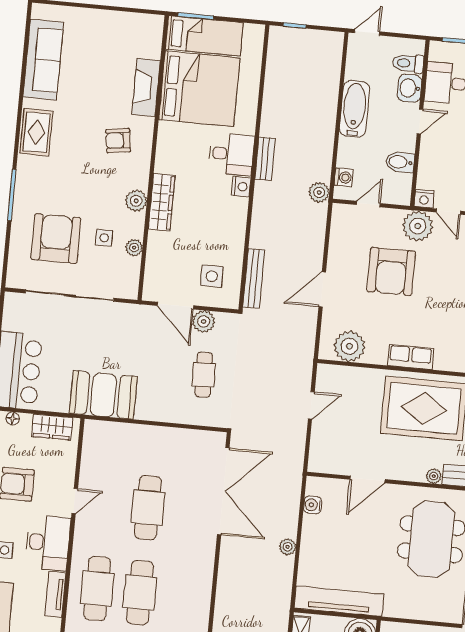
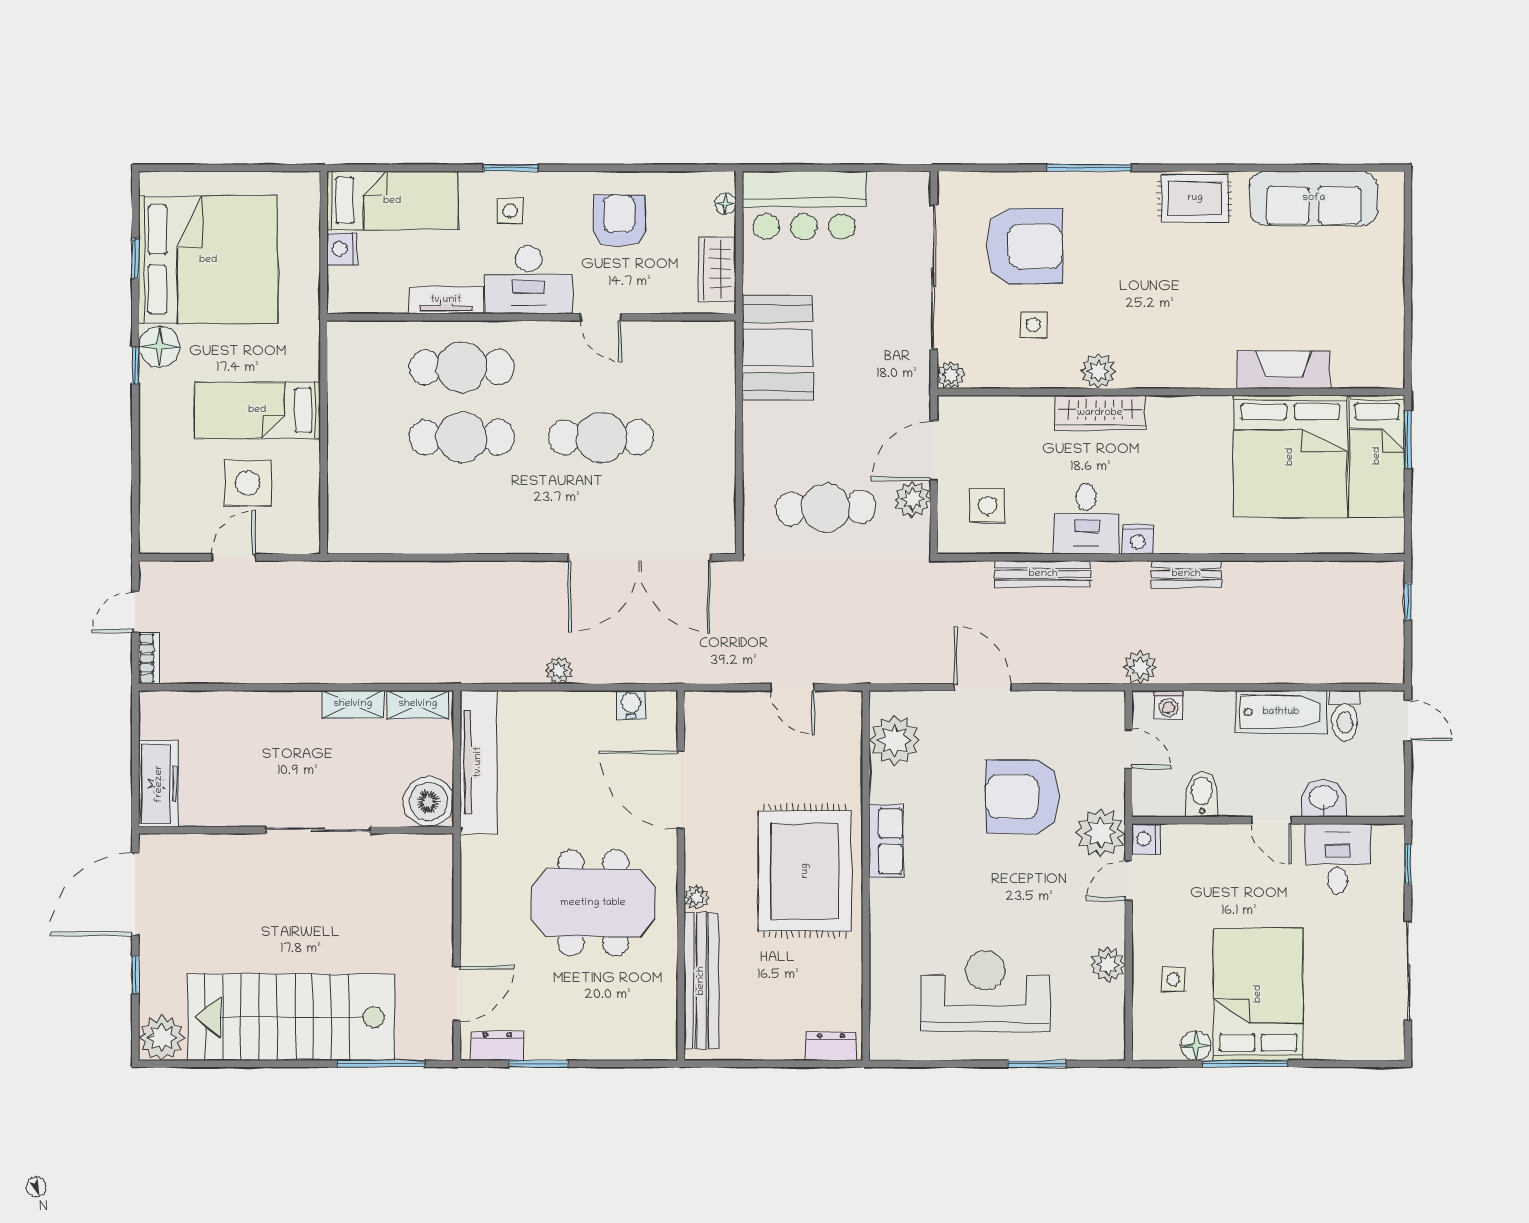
toilet: (408, 63) -> (1345, 716), moved, turned 180
armchair: (118, 140) -> (1194, 332), removed
desk: (231, 154) -> (1086, 519), moved
plant: (134, 248) -> (951, 375), moved
bench: (254, 278) -> (1043, 574), moved
cafe table: (204, 375) -> (826, 508), width x1.37, depth x1.35
door: (367, 479) -> (681, 790), width x1.36

